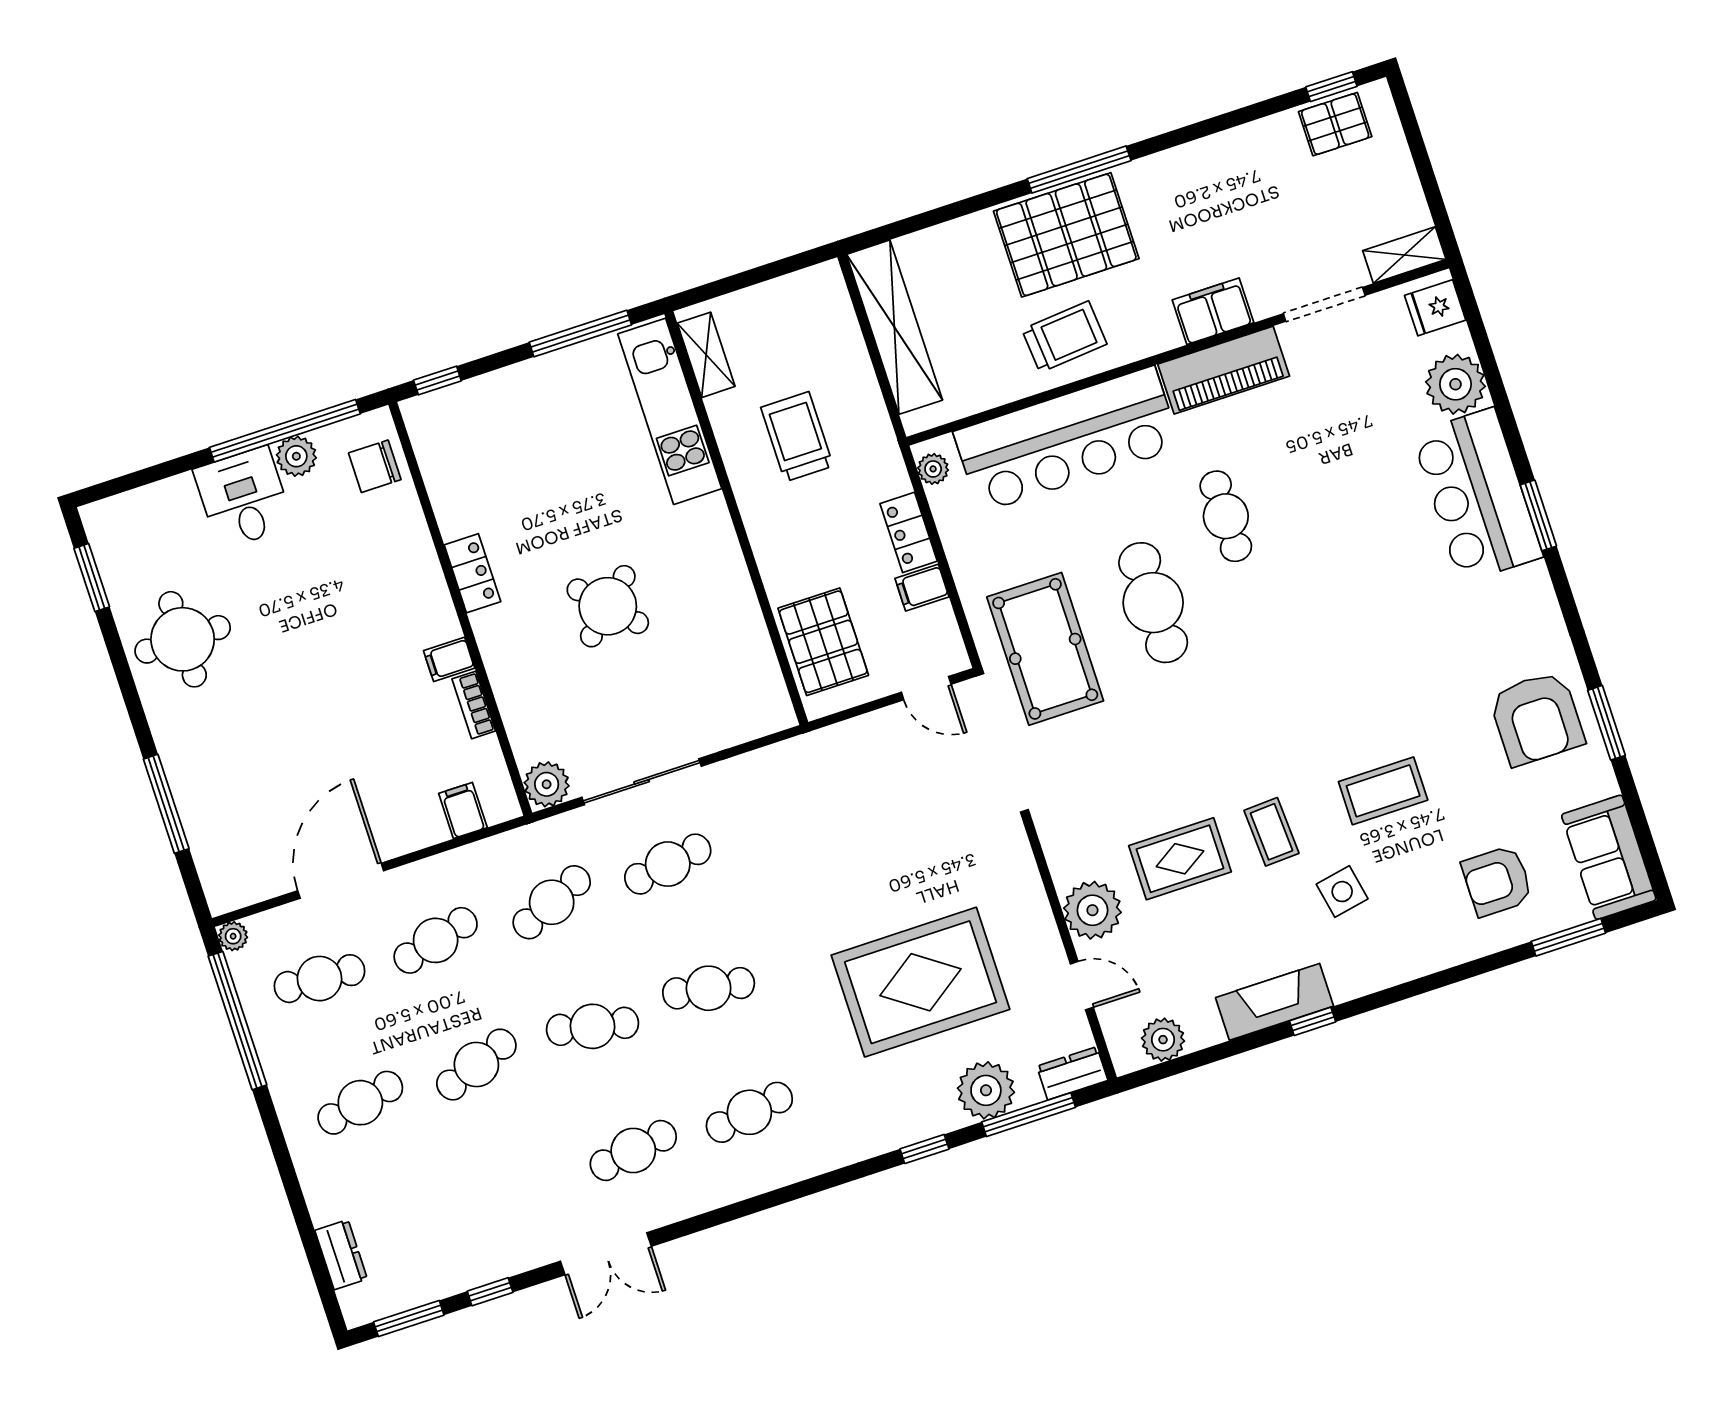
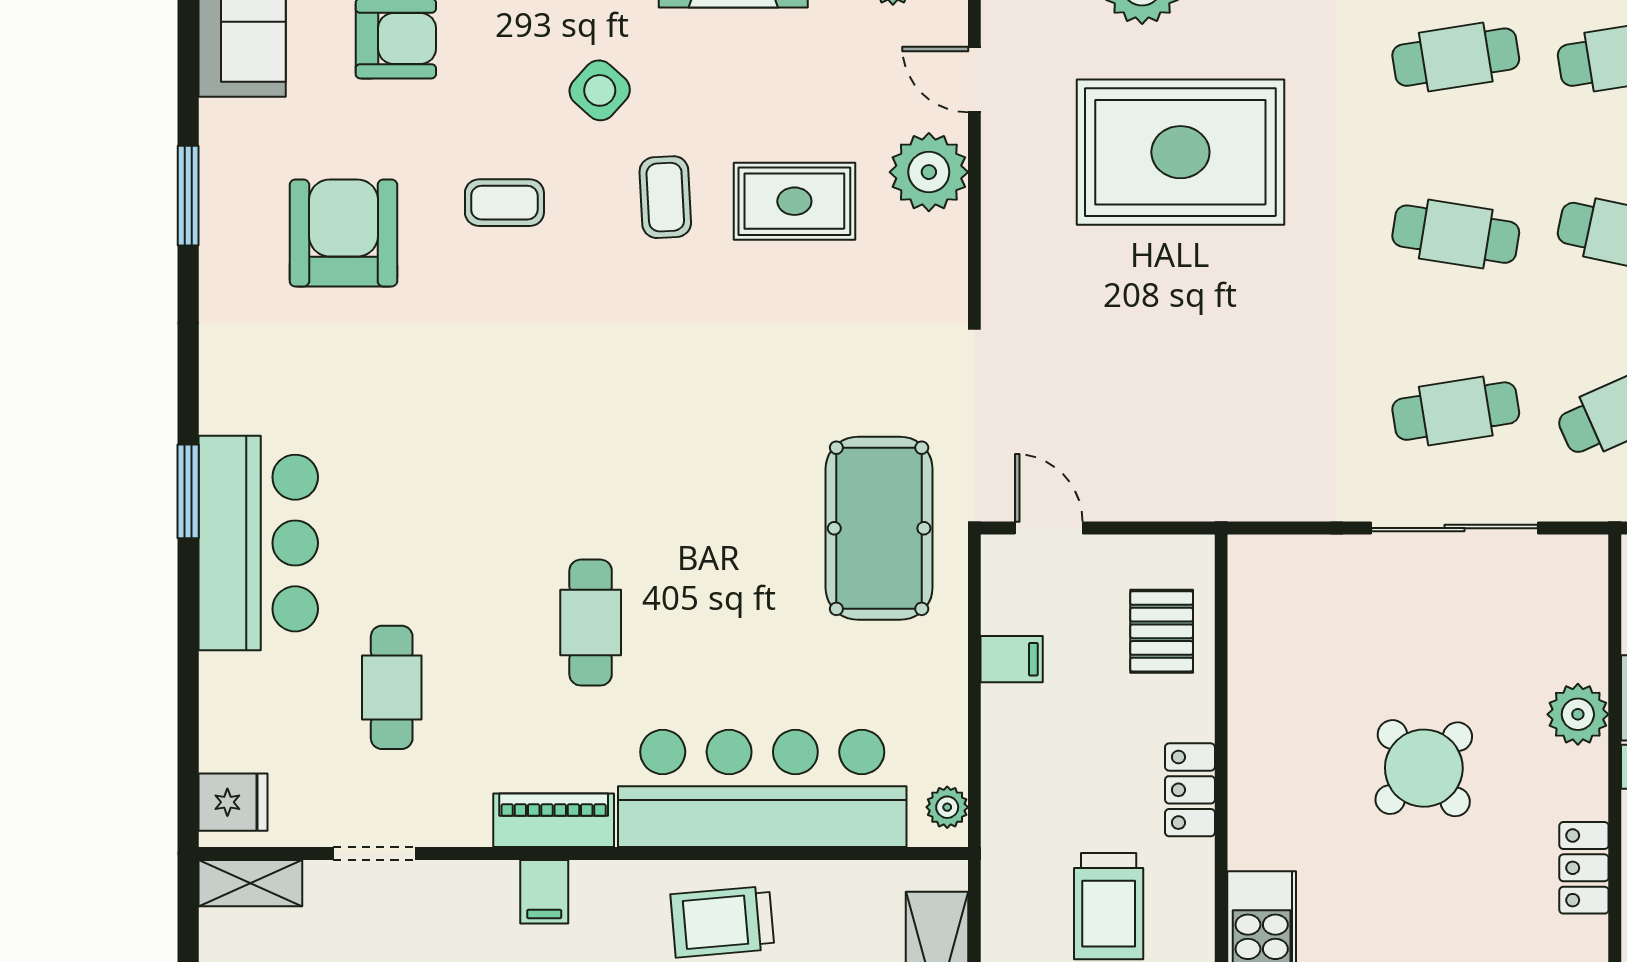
doorway: (1324, 304) -> (374, 853), width x0.73
filing cabinet: (1213, 311) -> (544, 892), width x0.50
piano: (1224, 370) -> (554, 820), width x0.73, depth x0.75
plant: (1455, 384) -> (239, 695), removed
locker: (909, 532) -> (1190, 790), moved, turned 180
cafe table: (1153, 603) -> (392, 687), moved, width x0.73, depth x0.74
pallet: (823, 642) -> (1162, 631), width x0.67, depth x0.71
armchair: (1537, 718) -> (343, 233), moved
plant: (547, 784) -> (1578, 714), moved
coffee table: (1383, 791) -> (504, 203), width x0.73, depth x0.77
side table: (1342, 892) -> (600, 90), turned -37

